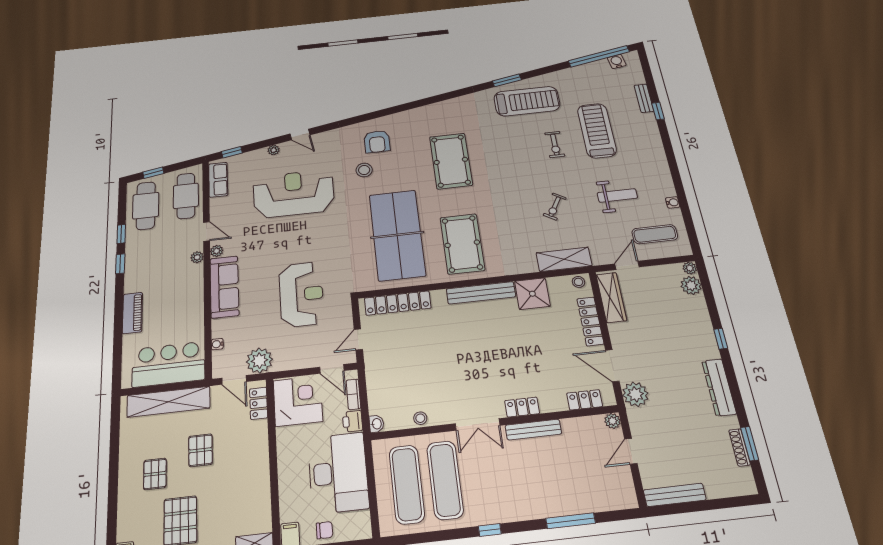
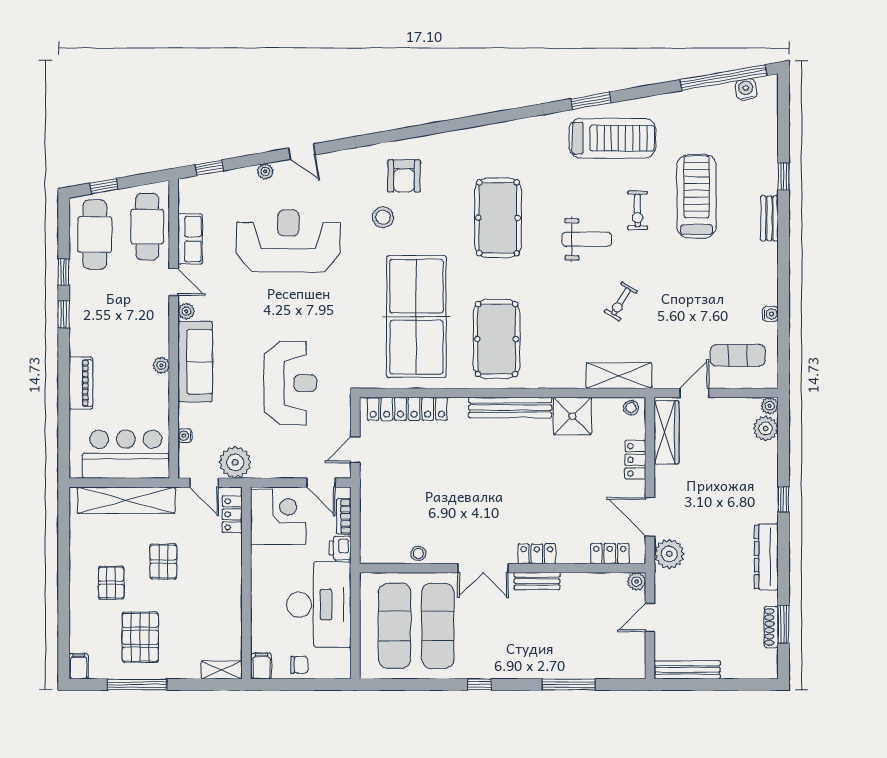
bench: (644, 98) -> (769, 218), moved
row of seats: (218, 180) -> (190, 239), moved
weight bench: (617, 195) -> (587, 239), moved
plant: (197, 257) -> (161, 365), moved
locker: (590, 321) -> (635, 460), width x0.66
washbasin: (376, 424) -> (367, 554), removed
bench: (533, 430) -> (537, 581), width x0.73

